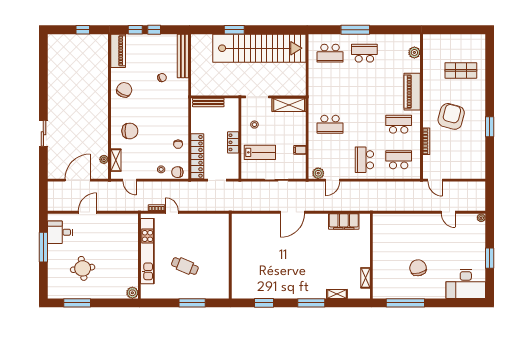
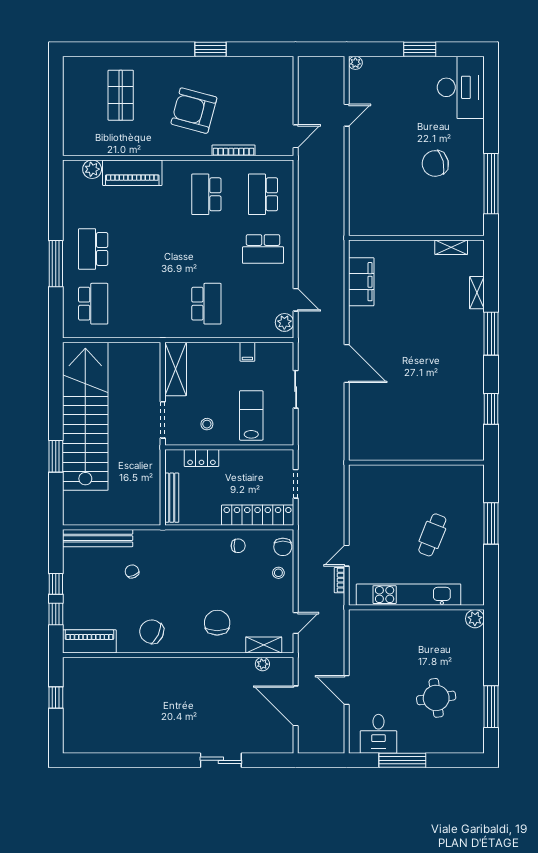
piano: (412, 92) -> (132, 173), moved
locker: (233, 142) -> (201, 458), moved

